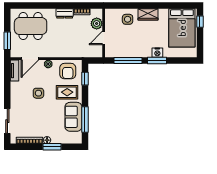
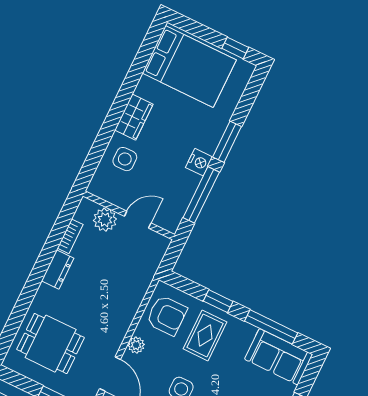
window: (200, 22) -> (235, 48), moved
dining table: (31, 26) -> (51, 344), width x0.73
door: (104, 38) -> (138, 220), swing flipped
nightstand: (157, 53) -> (199, 162), moved
window: (85, 79) -> (218, 301), moved
sofa: (73, 117) -> (279, 357), moved

